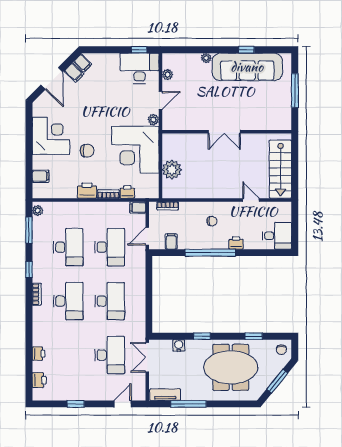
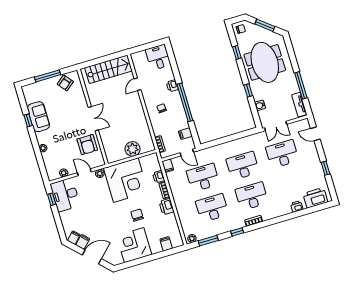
sofa: (247, 67) -> (38, 117), width x0.54, depth x0.79
armchair: (279, 110) -> (65, 83), added
armchair: (194, 115) -> (87, 145), added
printer: (39, 380) -> (315, 198), width x1.87, depth x1.48

